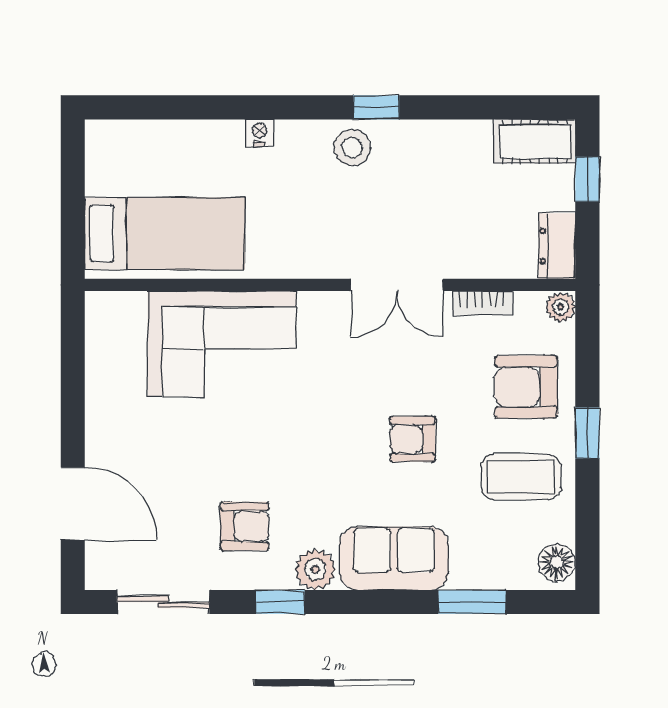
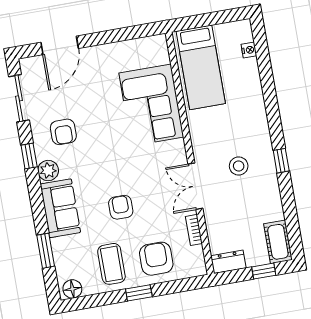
nightstand: (259, 133) -> (249, 50), moved
stool: (352, 148) -> (239, 166), moved
plant: (561, 307) -> (199, 269), removed

